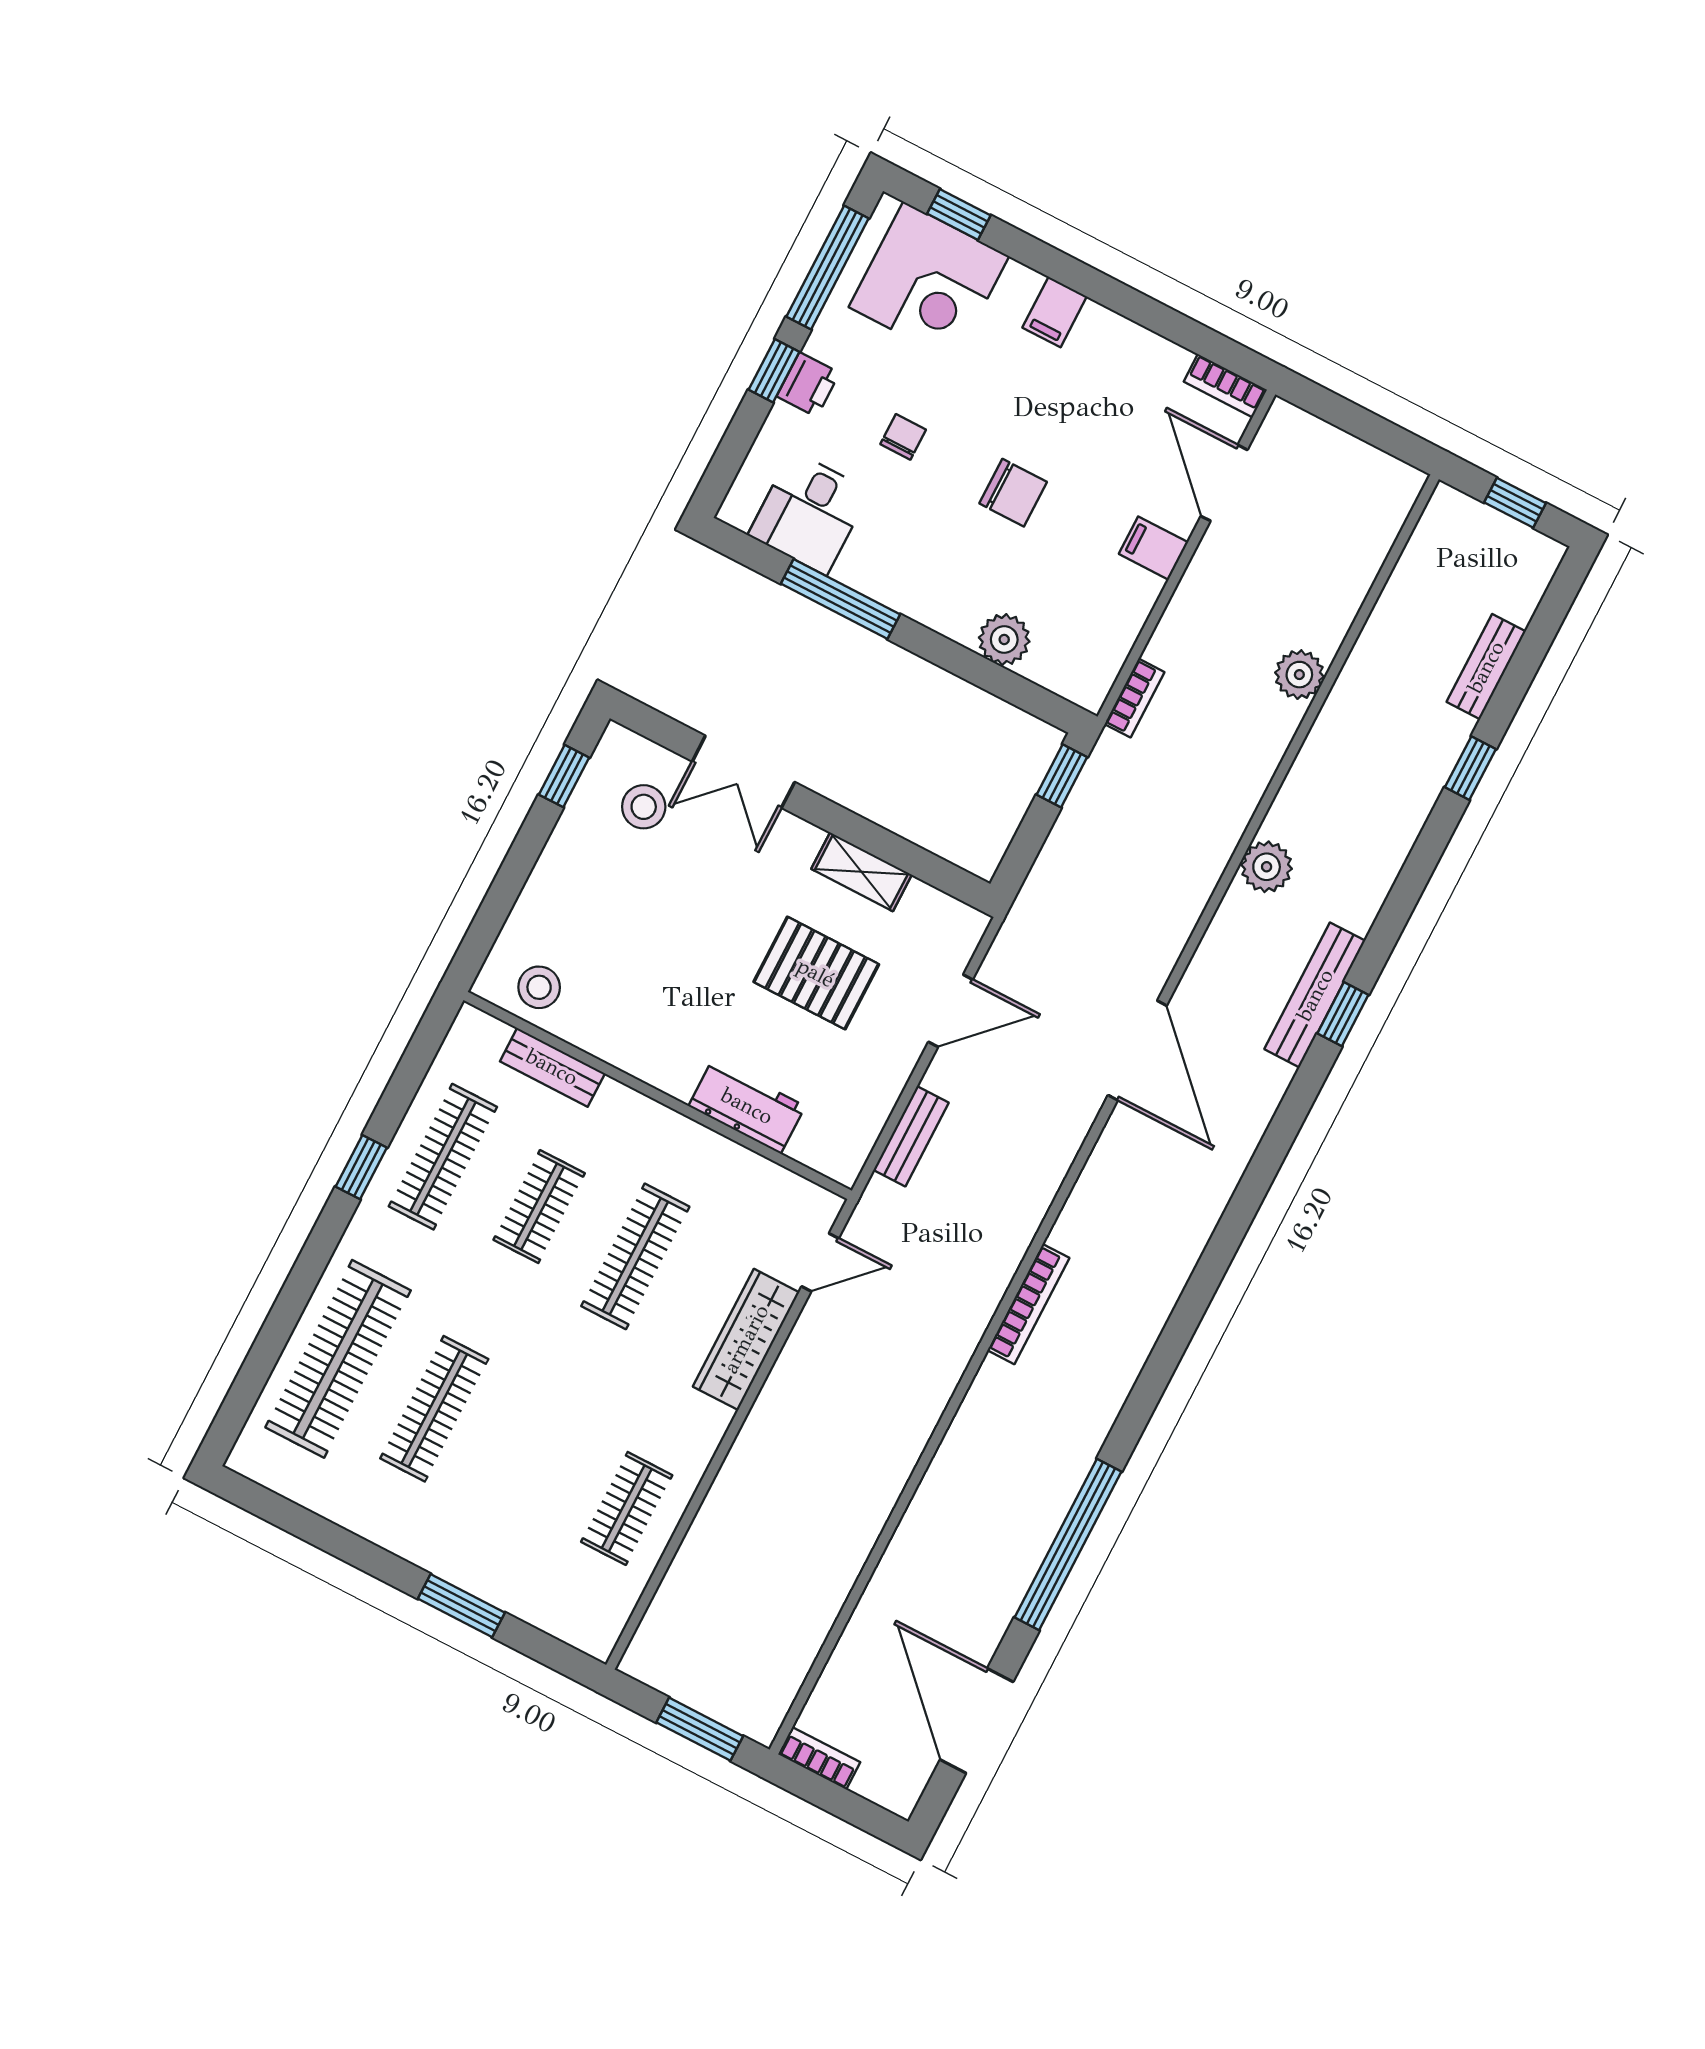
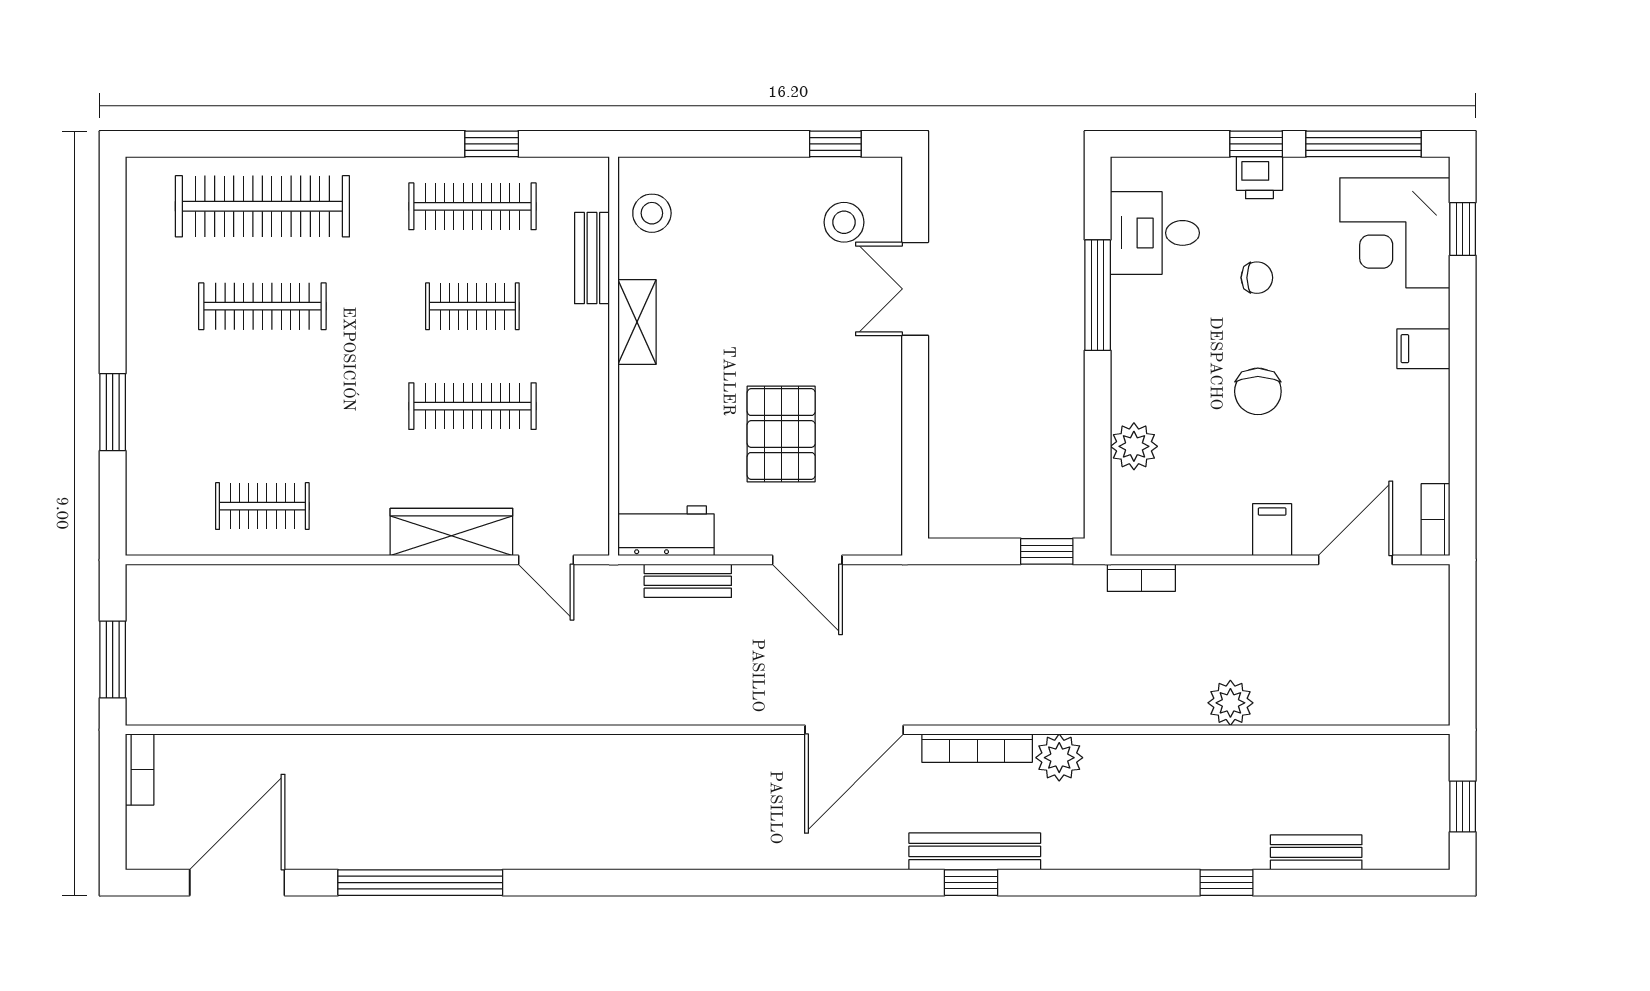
shelving: (861, 872) -> (637, 322), moved
workbench: (747, 1106) -> (666, 531), moved, turned -90
window: (361, 1167) -> (492, 144), moved
bookcase: (1028, 1304) -> (977, 748), moved

